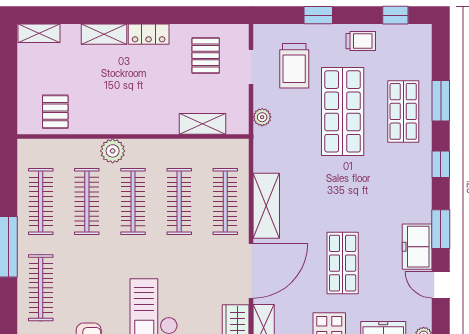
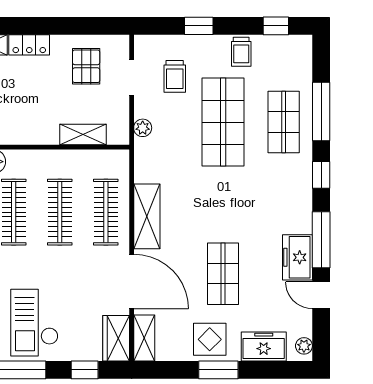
trolley: (361, 41) -> (241, 52), turned 90
trolley: (294, 66) -> (175, 76), width x0.73, depth x0.72
window: (441, 101) -> (321, 111), width x1.44
window: (441, 229) -> (321, 240), width x1.44
door: (251, 271) -> (132, 281), hinge flipped

